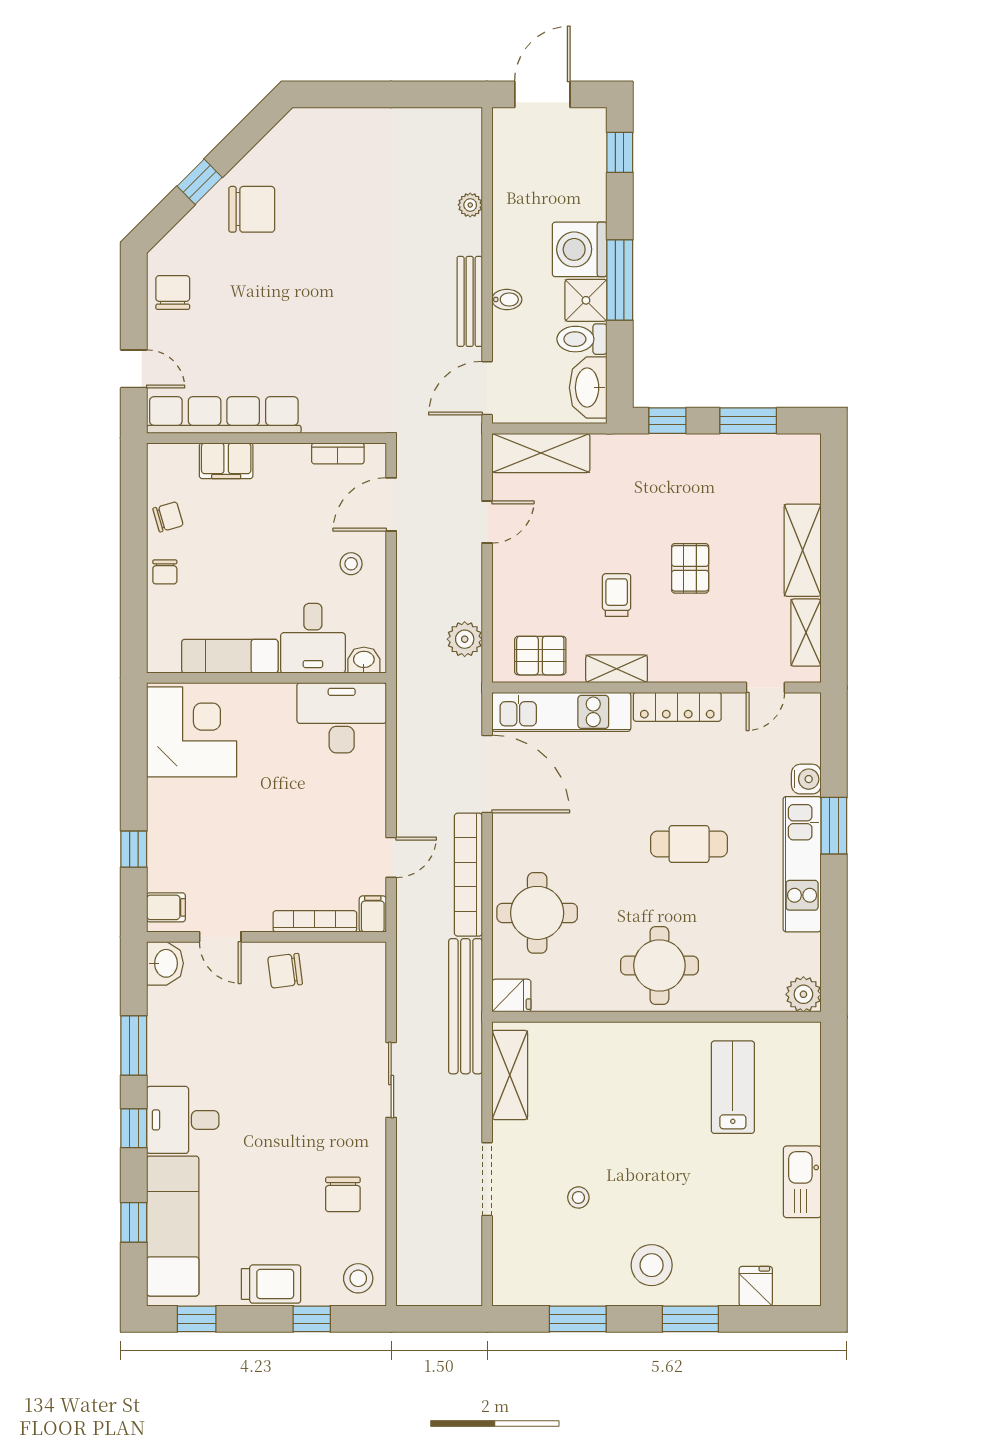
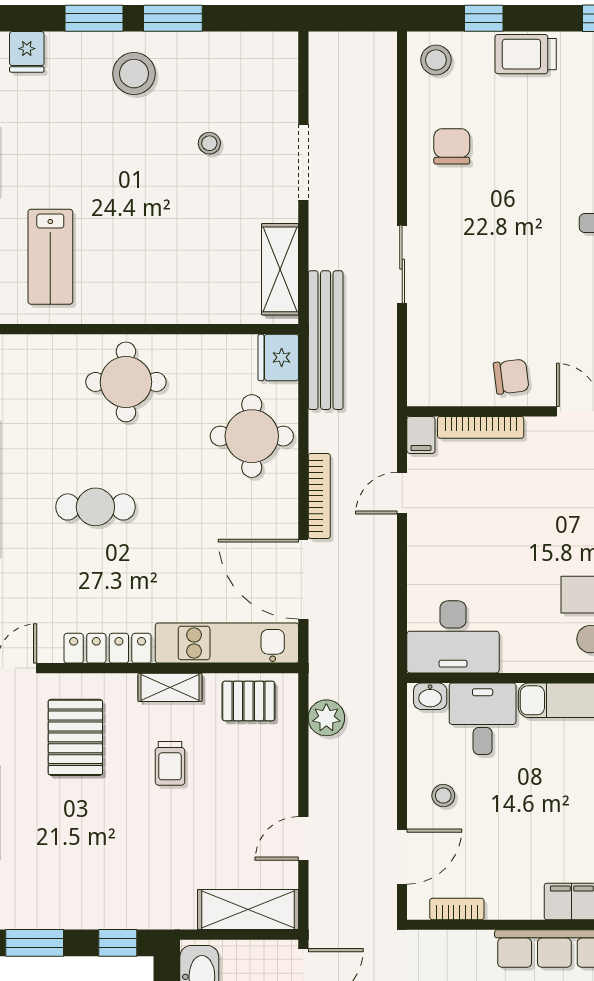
pallet: (690, 568) -> (75, 737), moved, width x1.50, depth x1.42
bookcase: (468, 875) -> (319, 496), width x0.68, depth x0.76
fridge: (511, 996) -> (278, 357), width x1.38
window: (578, 1319) -> (173, 18), moved

